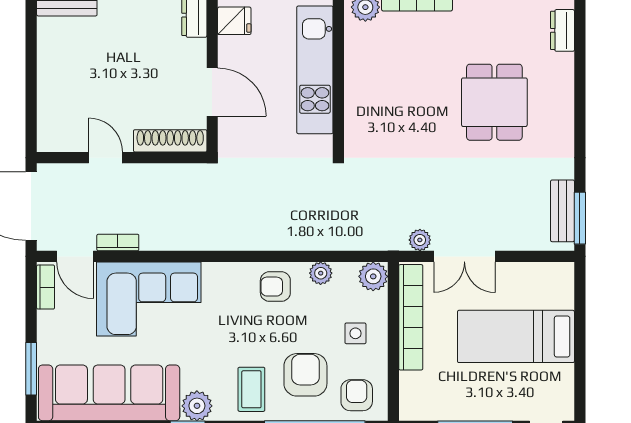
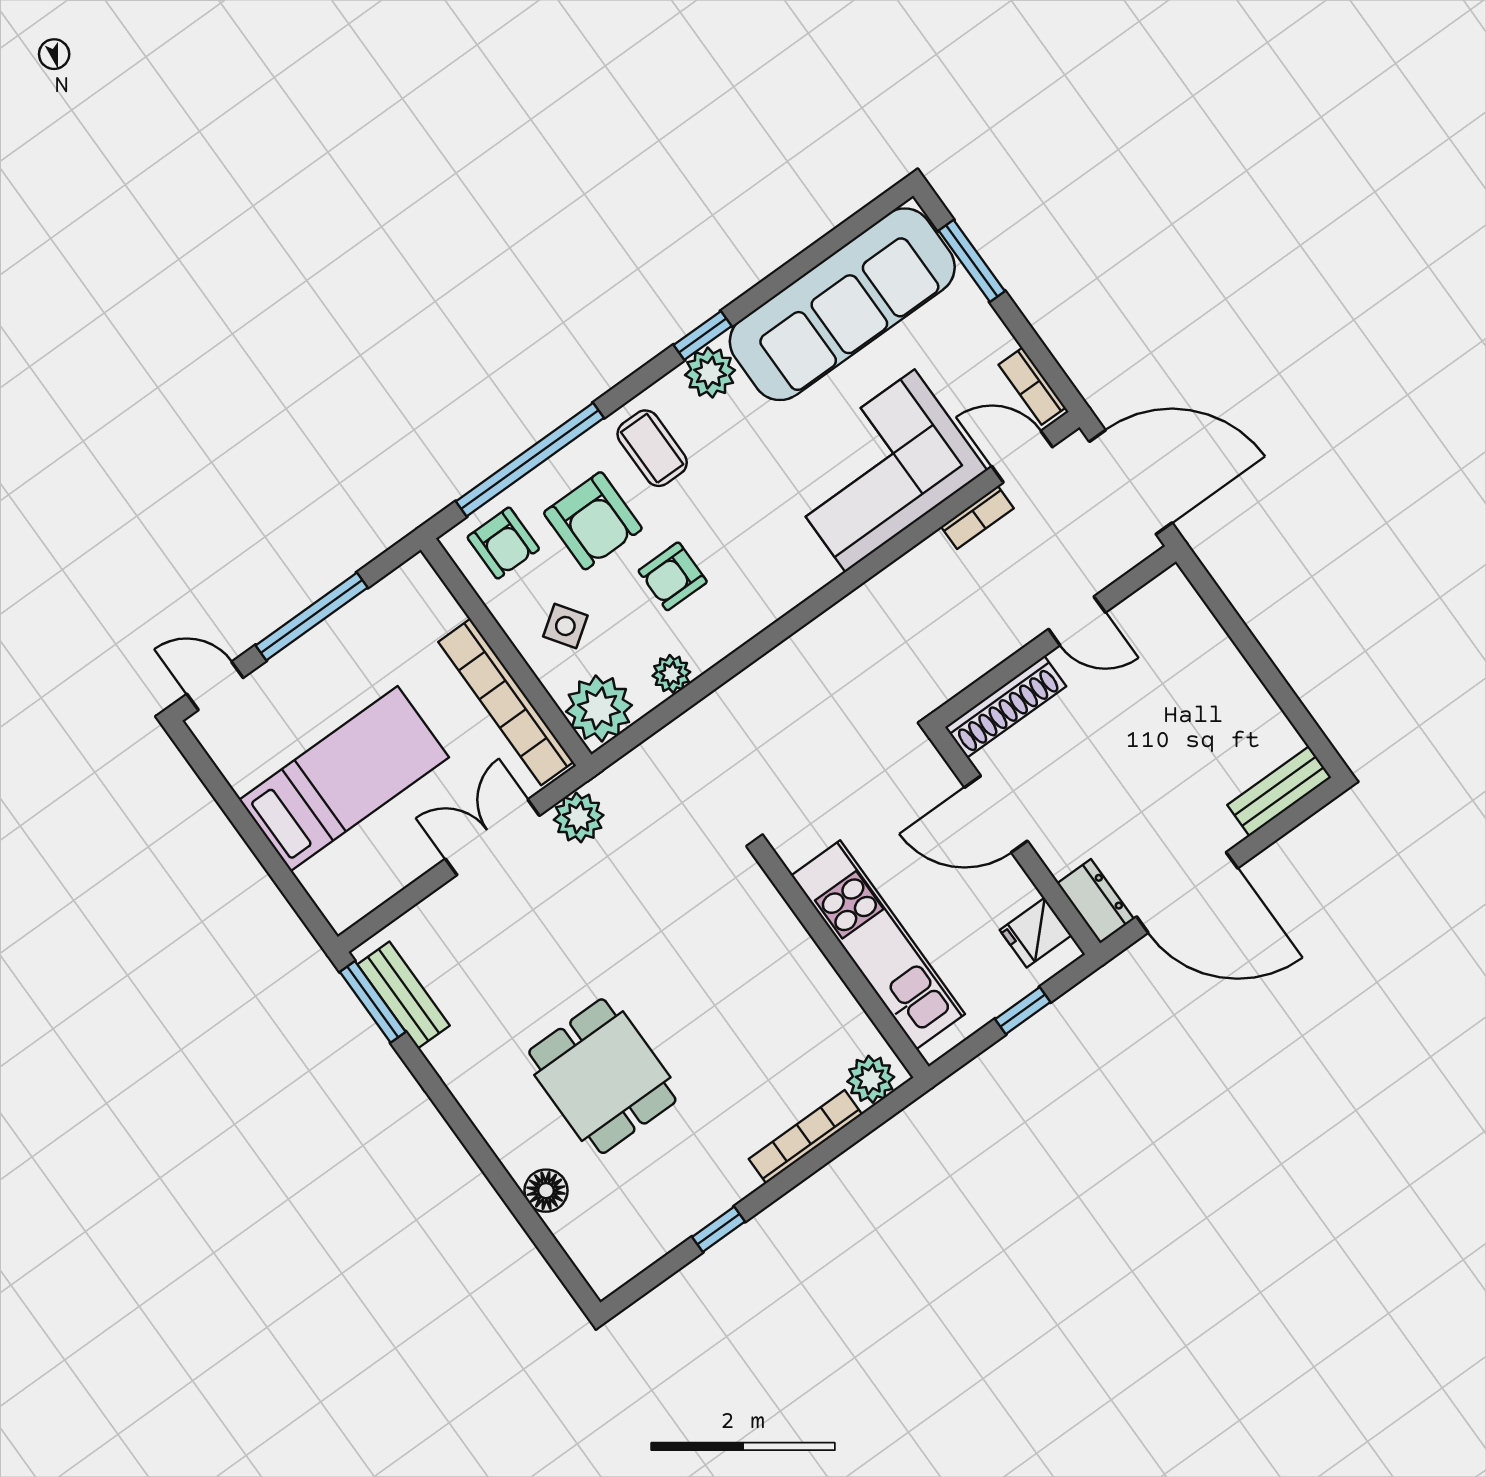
dresser: (563, 30) -> (580, 1240), removed
floor lamp: (562, 66) -> (546, 1191), added
plant: (420, 240) -> (579, 817), width x1.38, depth x1.38
plant: (373, 276) -> (599, 708), width x1.36, depth x1.36
armchair: (275, 287) -> (673, 576), moved, turned 180
side table: (355, 333) -> (565, 626), turned -35

